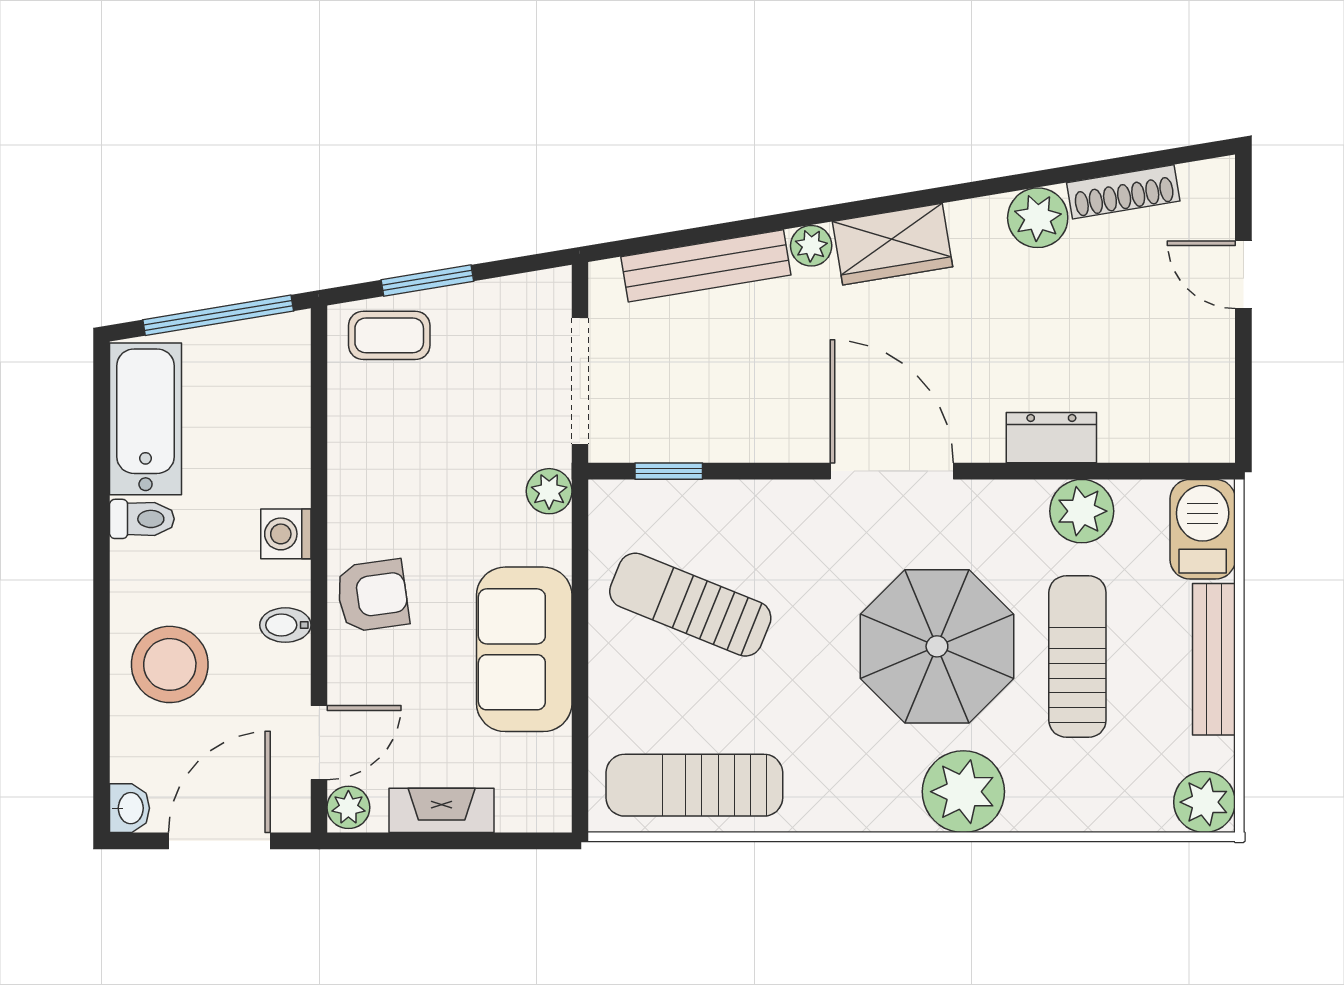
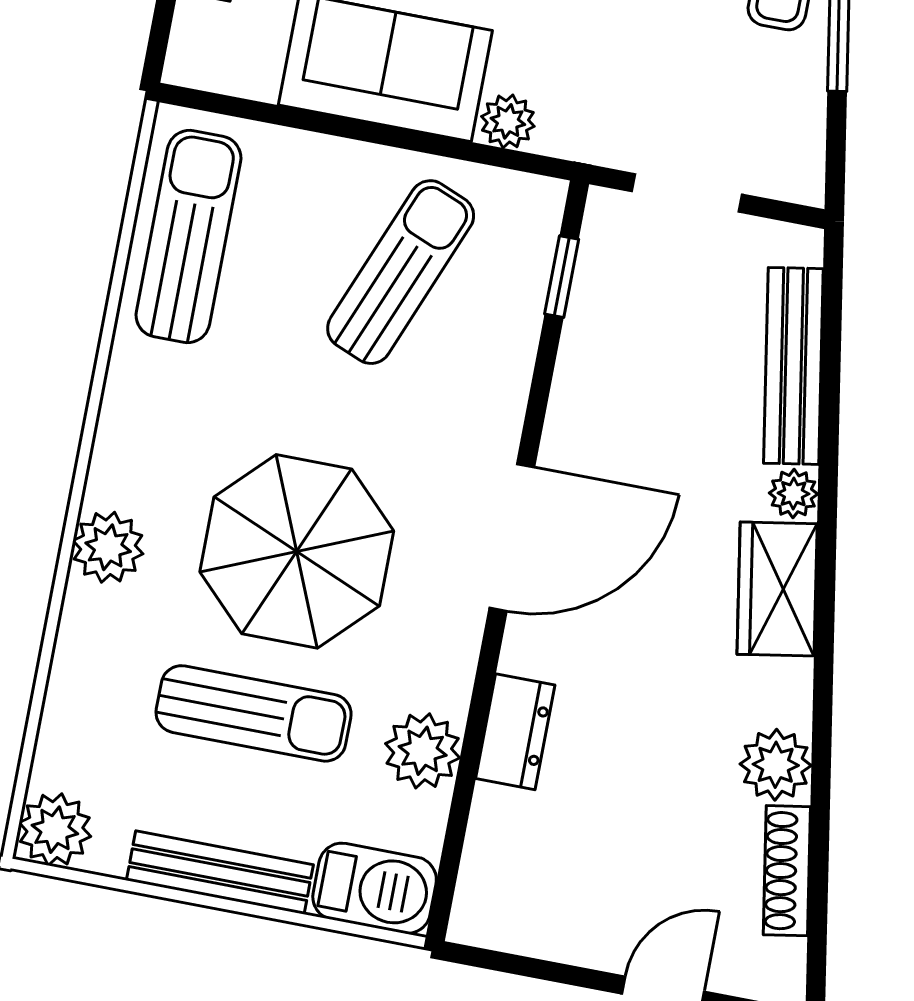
doorway: (580, 381) -> (687, 193), width x0.73
plant: (549, 491) -> (508, 121), moved
plant: (963, 792) -> (108, 547), width x0.73, depth x0.73

